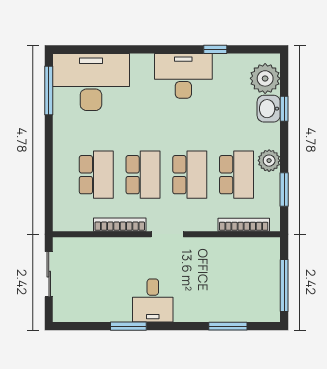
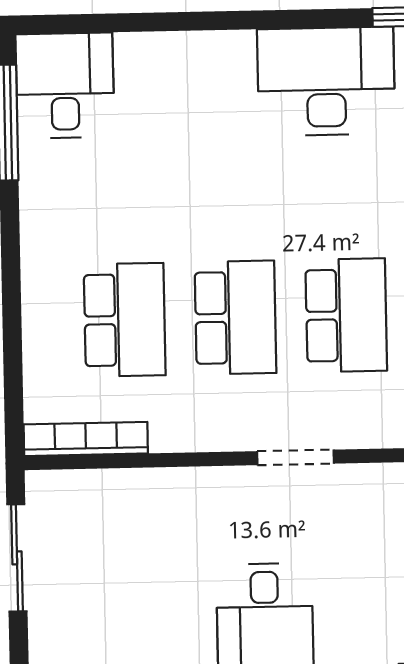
desk: (91, 82) -> (65, 86), width x0.53, depth x0.77
bookcase: (120, 225) -> (86, 439), moved

